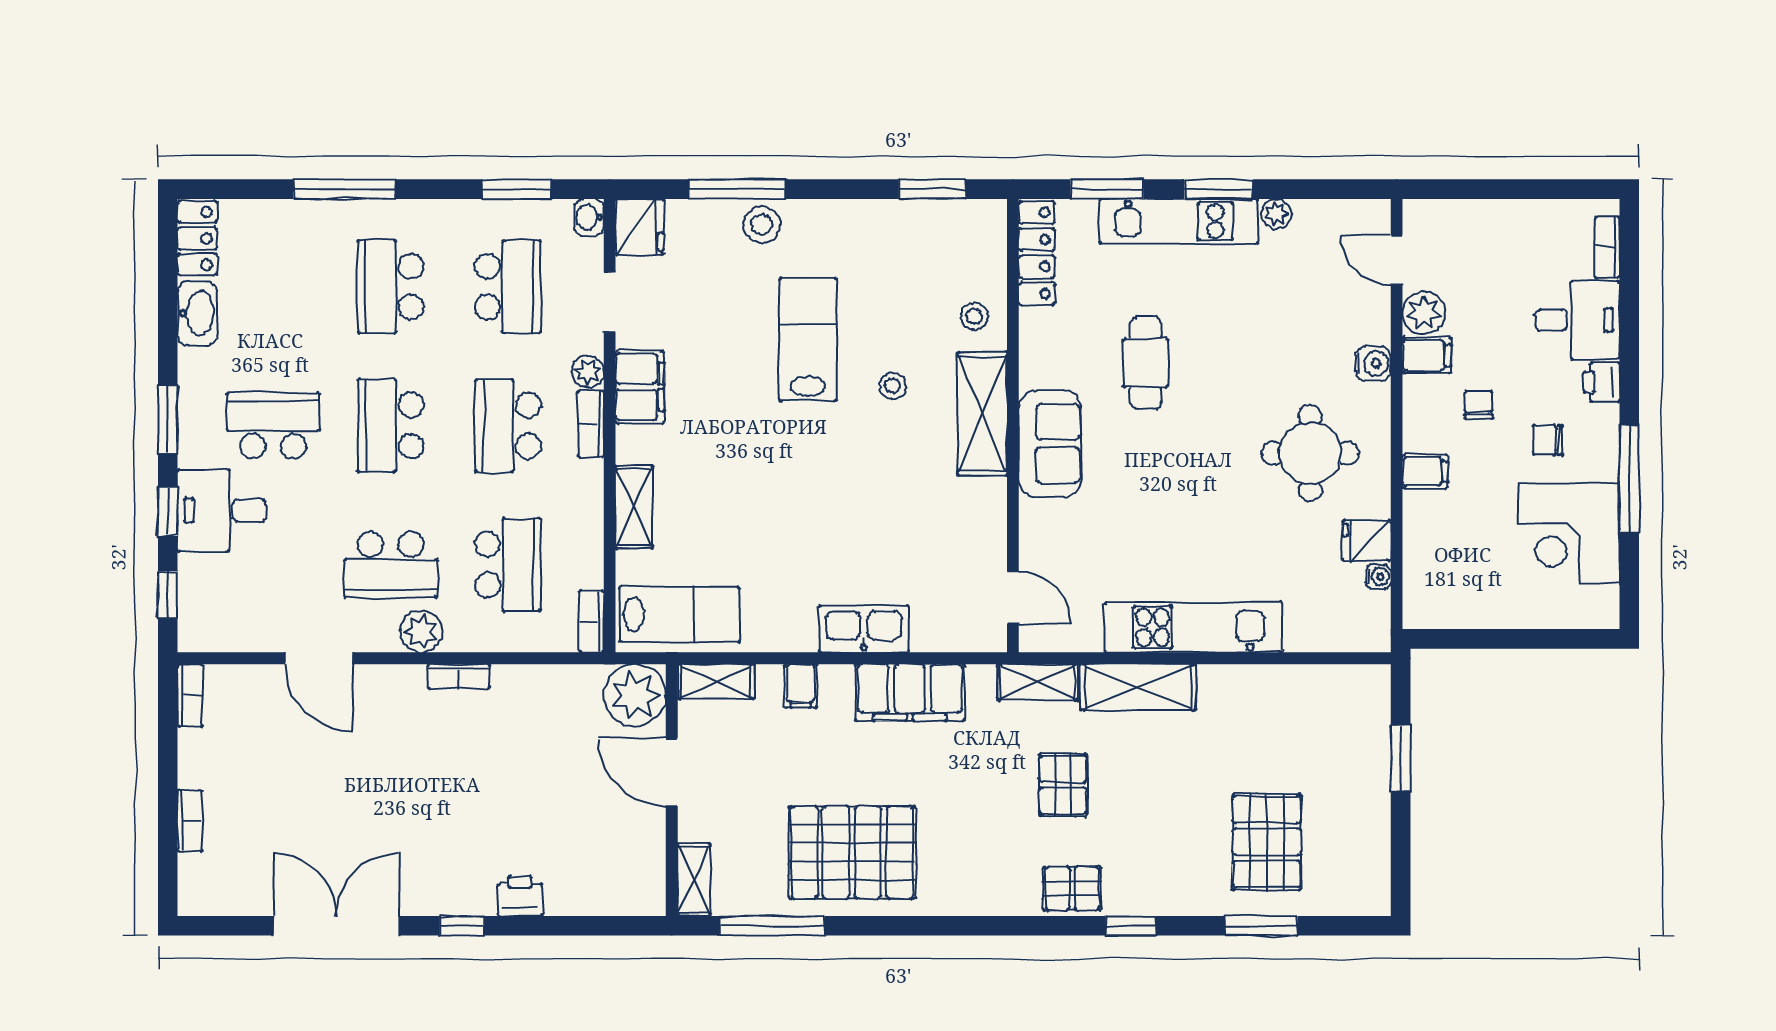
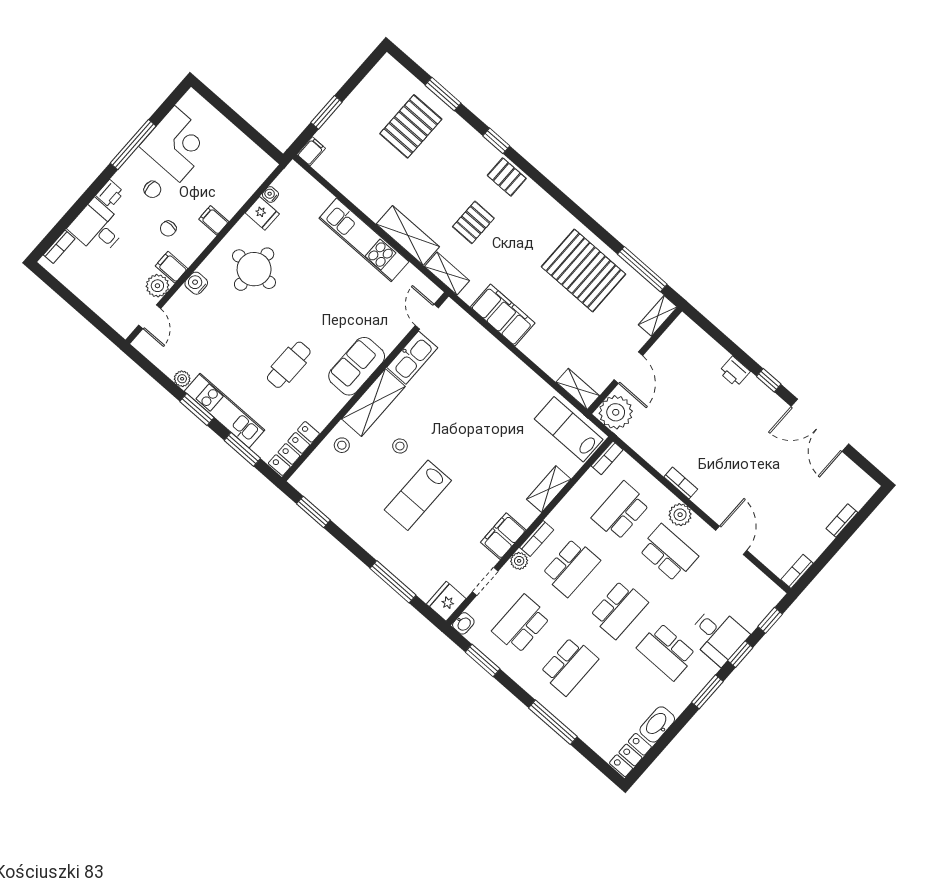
stool: (762, 225) -> (396, 558), removed
kitchen sink: (864, 629) -> (412, 358), moved, turned -90
filing cabinet: (801, 686) -> (311, 151), moved

